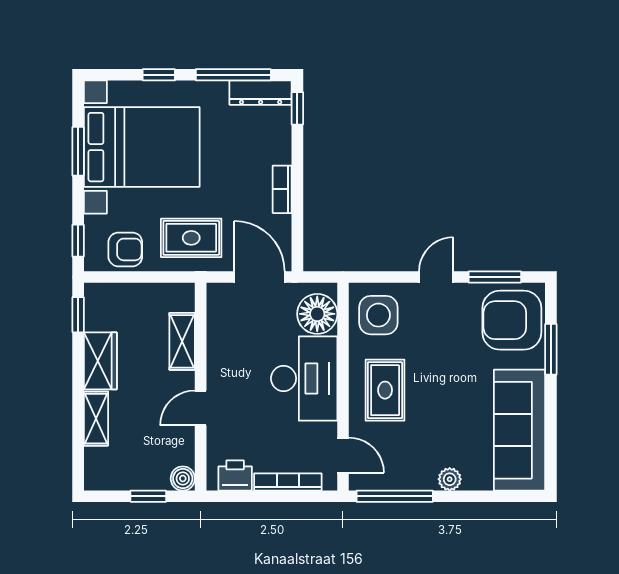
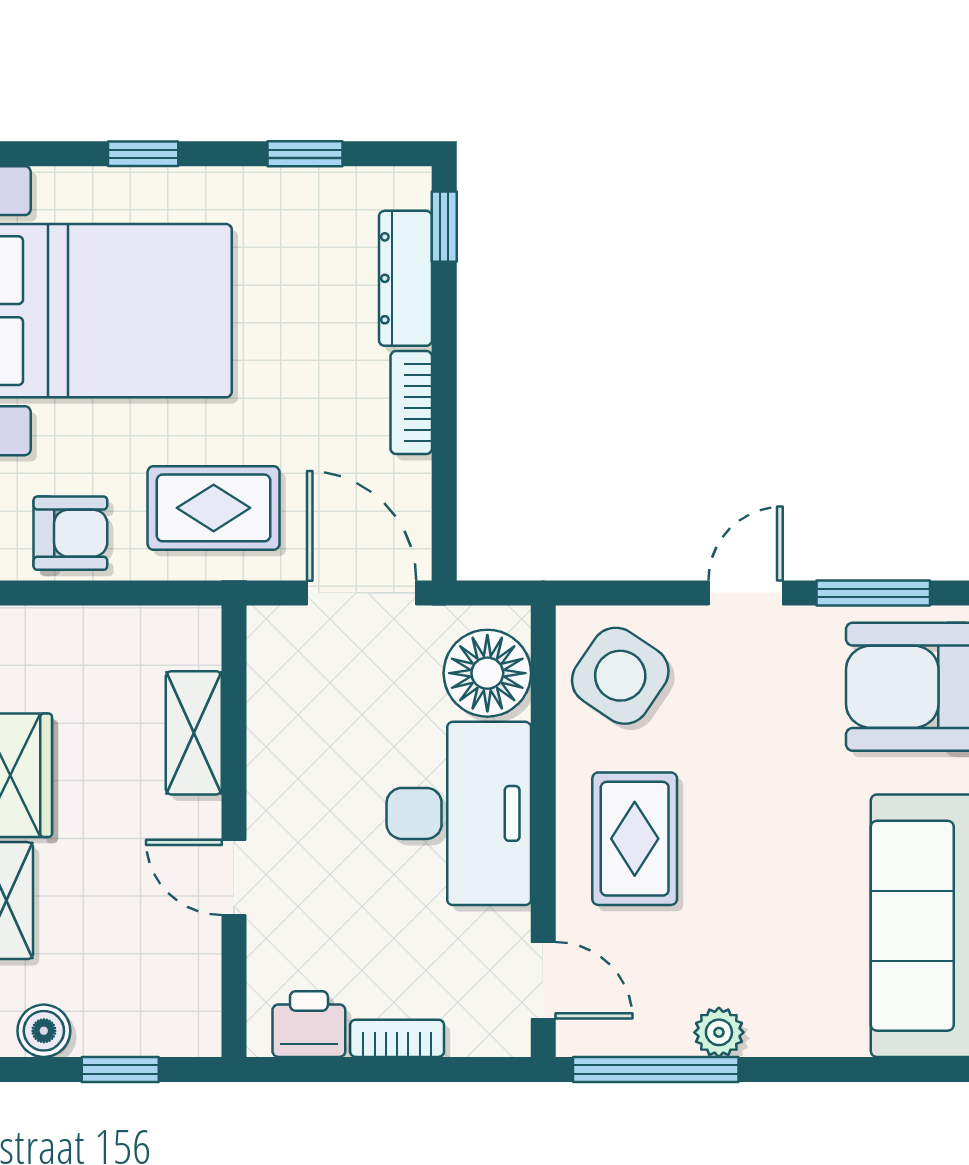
window: (233, 75) -> (305, 154), width x0.46
dresser: (261, 93) -> (405, 278), moved, turned 90
side table: (378, 315) -> (620, 676), turned 34
door: (201, 408) -> (234, 877), hinge flipped
boiler: (183, 479) -> (44, 1031), moved
plant: (450, 479) -> (719, 1032), moved
bookcase: (288, 482) -> (397, 1038), width x0.64

